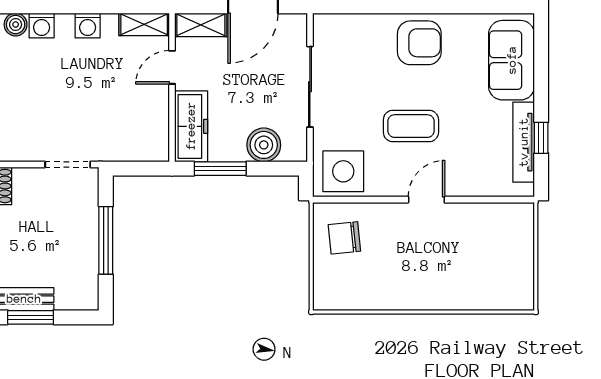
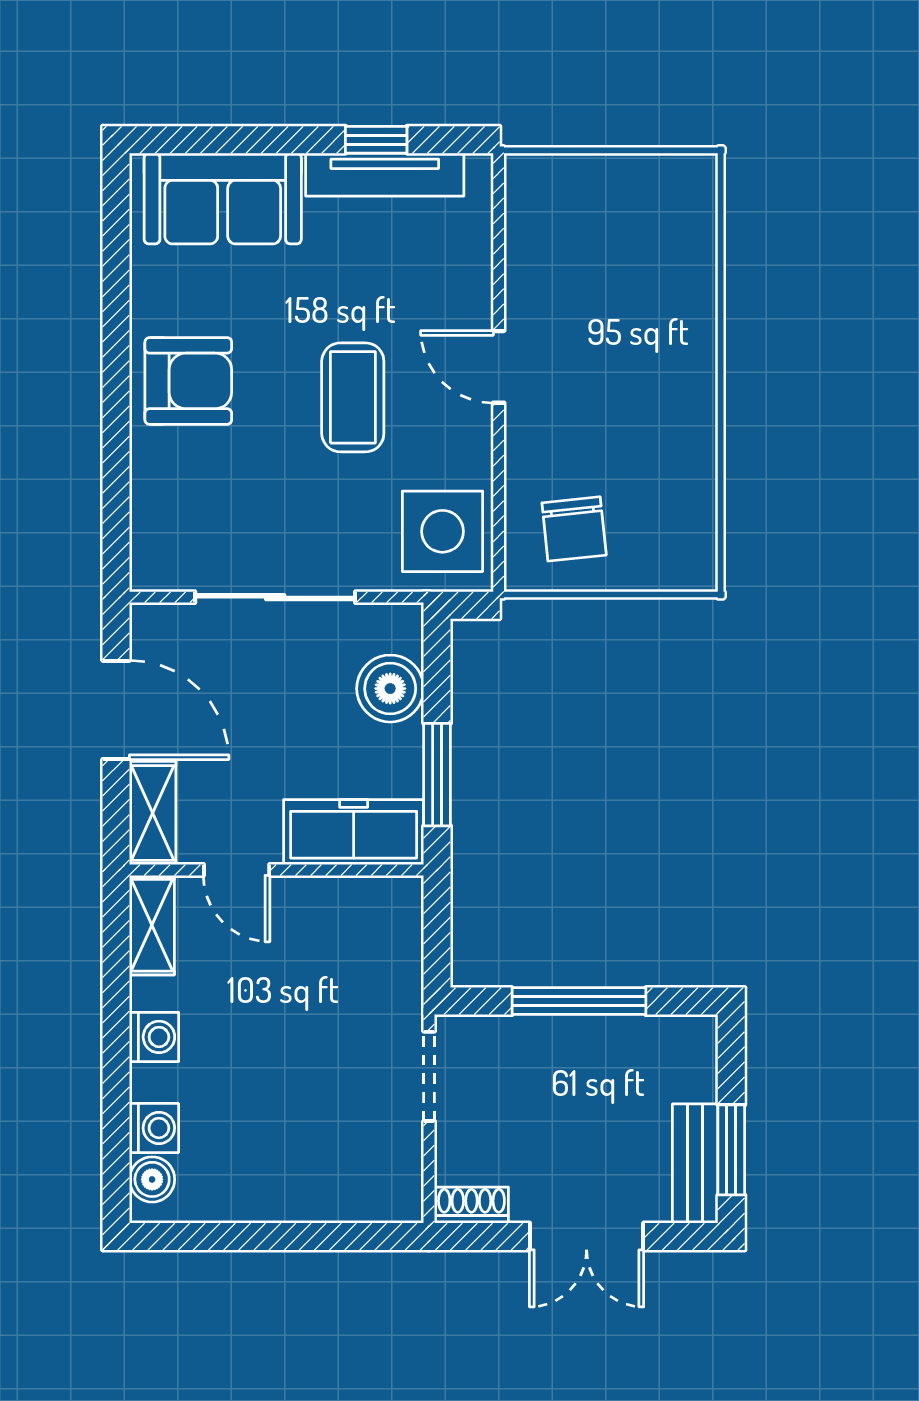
armchair: (419, 43) -> (188, 381), turned 90

